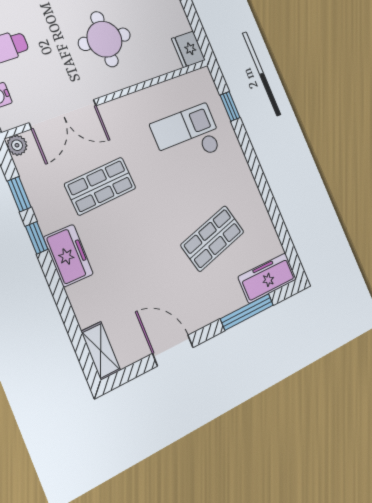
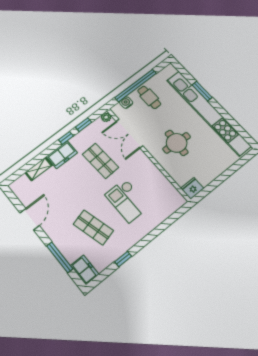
window: (230, 106) -> (123, 259), moved
checkout: (187, 136) -> (127, 201), moved, turned 180
freezer: (267, 278) -> (85, 270), width x0.71
shelving: (101, 351) -> (39, 169), moved

